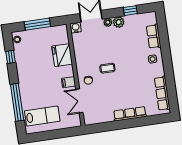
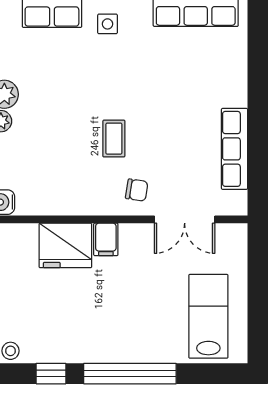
filing cabinet: (69, 82) -> (106, 239), moved
window: (17, 102) -> (130, 374), moved
row of seats: (130, 114) -> (235, 149), moved

